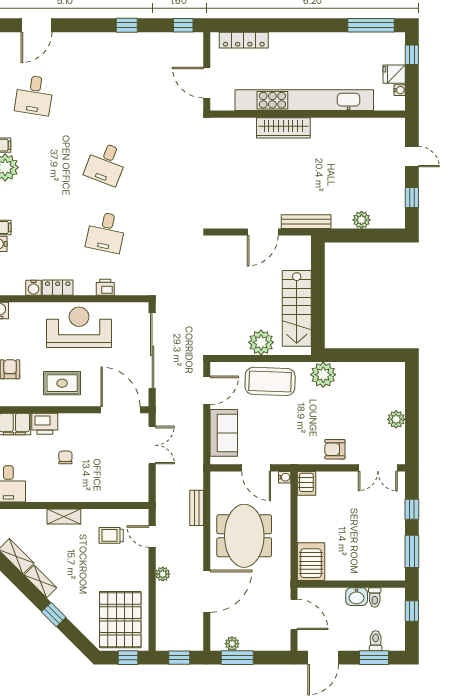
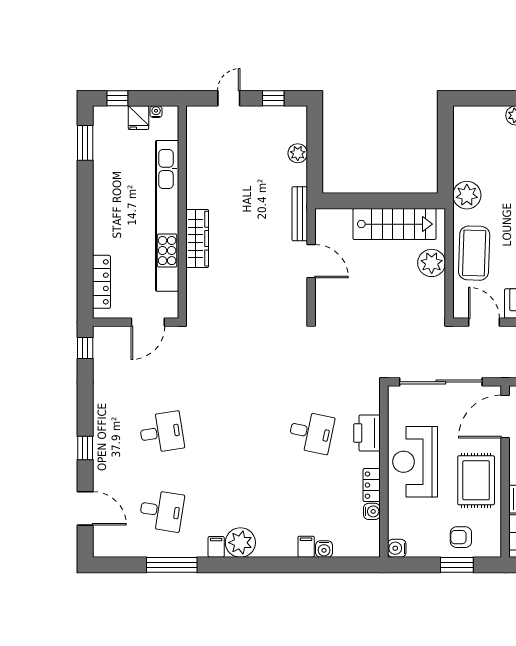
window: (127, 25) -> (85, 448), moved
window: (371, 25) -> (85, 143), width x0.69
desk: (106, 164) -> (162, 432), moved, turned -30
printer: (105, 287) -> (367, 433), width x1.87, depth x1.48
rug: (62, 383) -> (476, 480), width x1.36, depth x1.43

